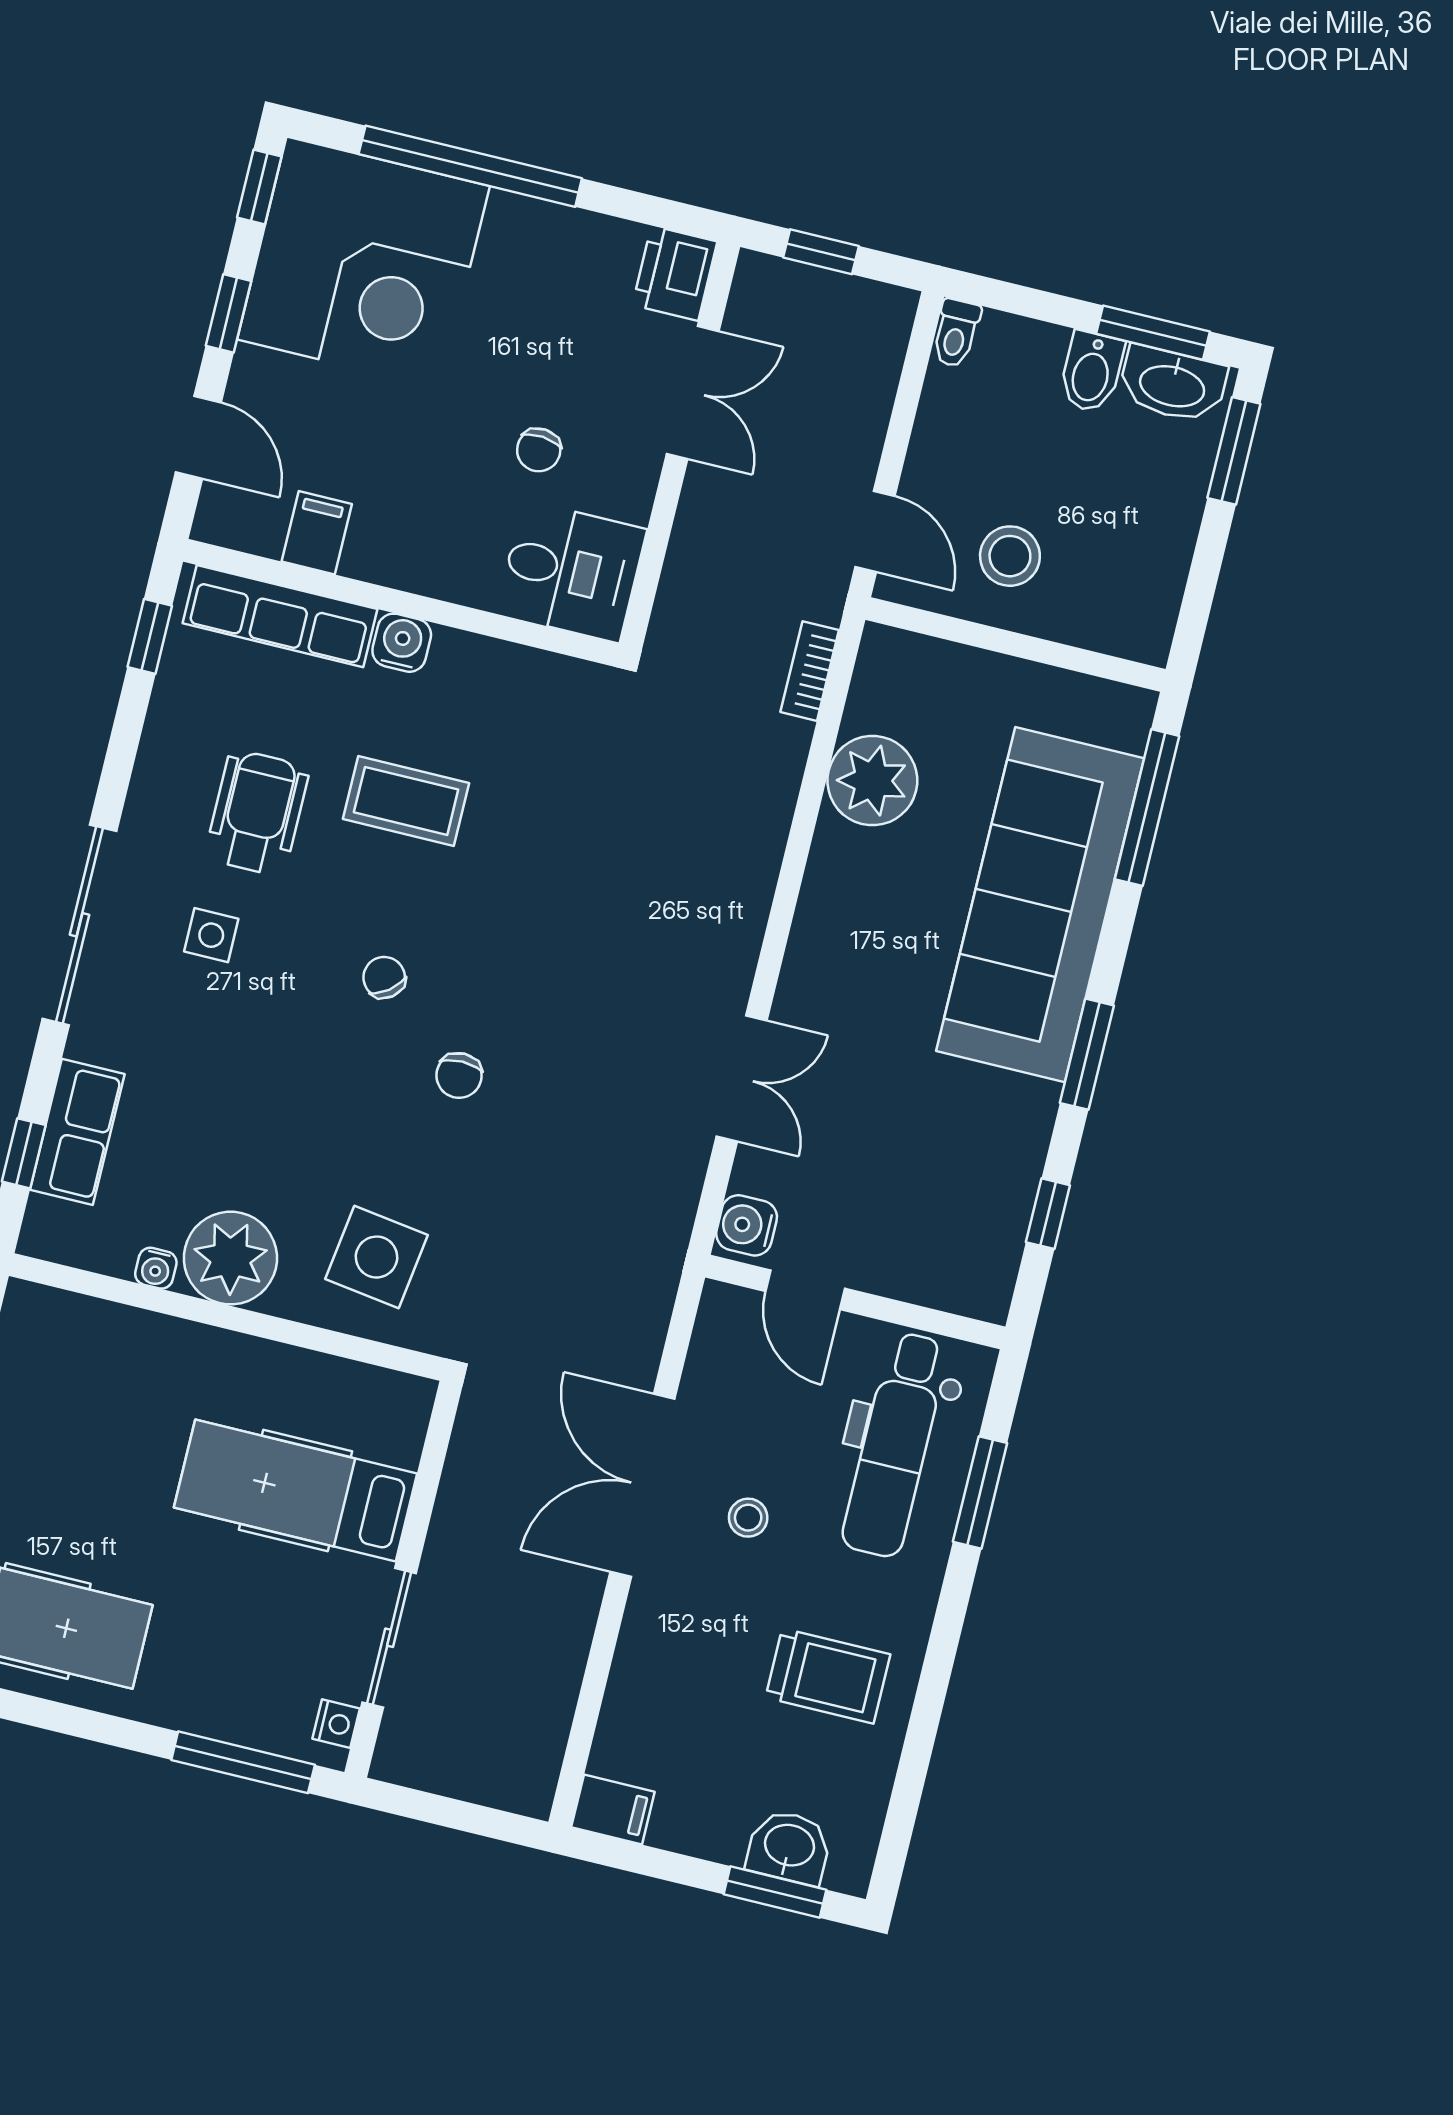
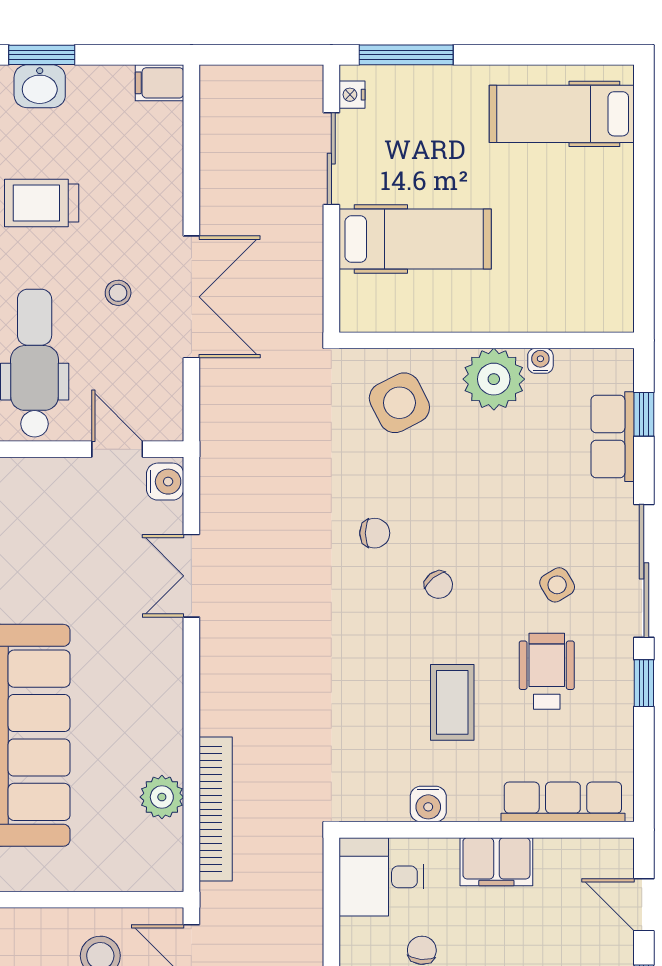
filing cabinet: (317, 533) -> (496, 862), moved, width x2.00
window: (150, 636) -> (644, 683), moved
water cooler: (402, 643) -> (428, 804), moved
bookcase: (810, 671) -> (216, 809), width x2.31, depth x1.31
plant: (872, 781) -> (162, 797), width x0.73, depth x0.73
coffee table: (406, 801) -> (452, 702), turned 90
wheelchair: (257, 813) -> (547, 671), turned 180
side table: (211, 935) -> (557, 585), turned -31
chair: (459, 1076) -> (375, 533), turned 90
side table: (376, 1257) -> (399, 403), turned -35

